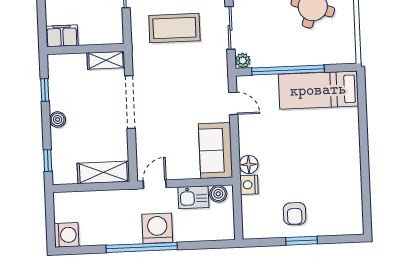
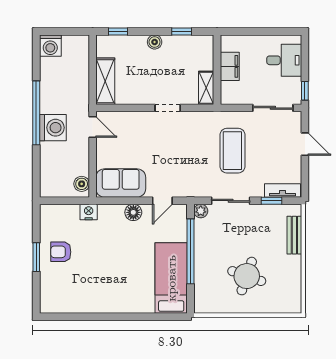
filing cabinet: (62, 36) -> (230, 66), moved
doorway: (130, 102) -> (168, 108), width x0.53
floor lamp: (249, 164) -> (133, 212), moved
kitchen sink: (193, 197) -> (79, 161), removed

